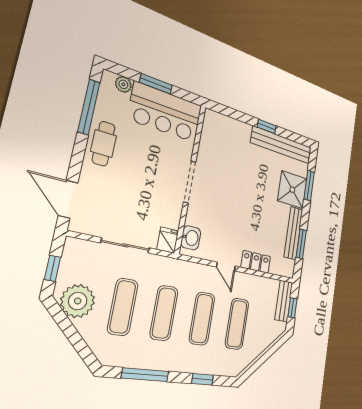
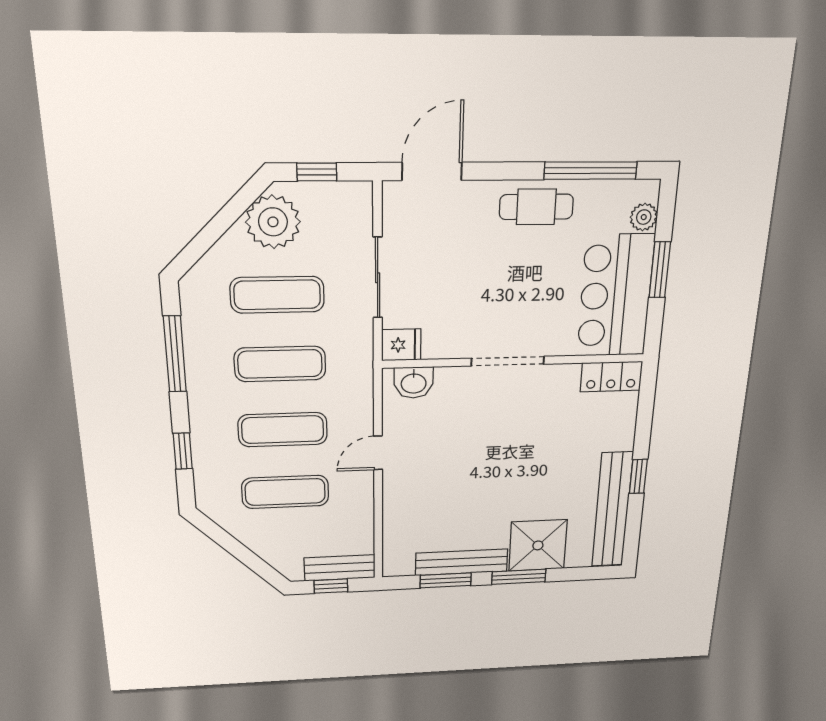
window: (309, 186) -> (519, 577), moved
locker: (256, 262) -> (611, 377), moved, turned 90

